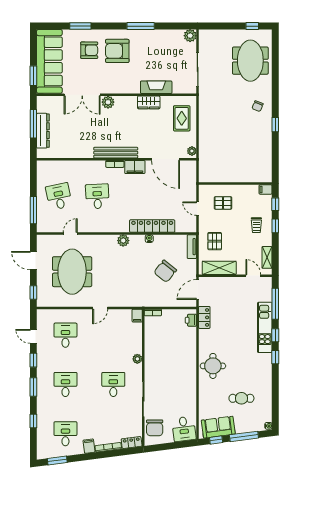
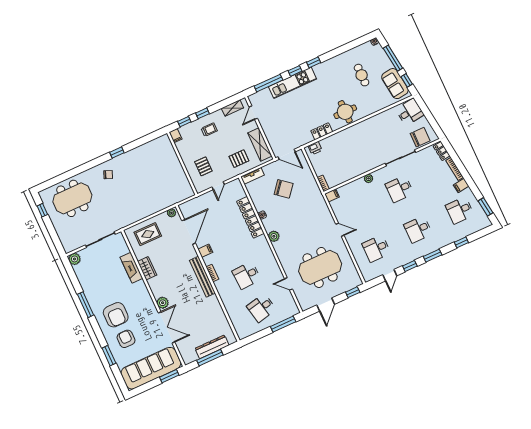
filing cabinet: (135, 167) -> (205, 251), width x0.50
locker: (204, 317) -> (322, 131), moved

